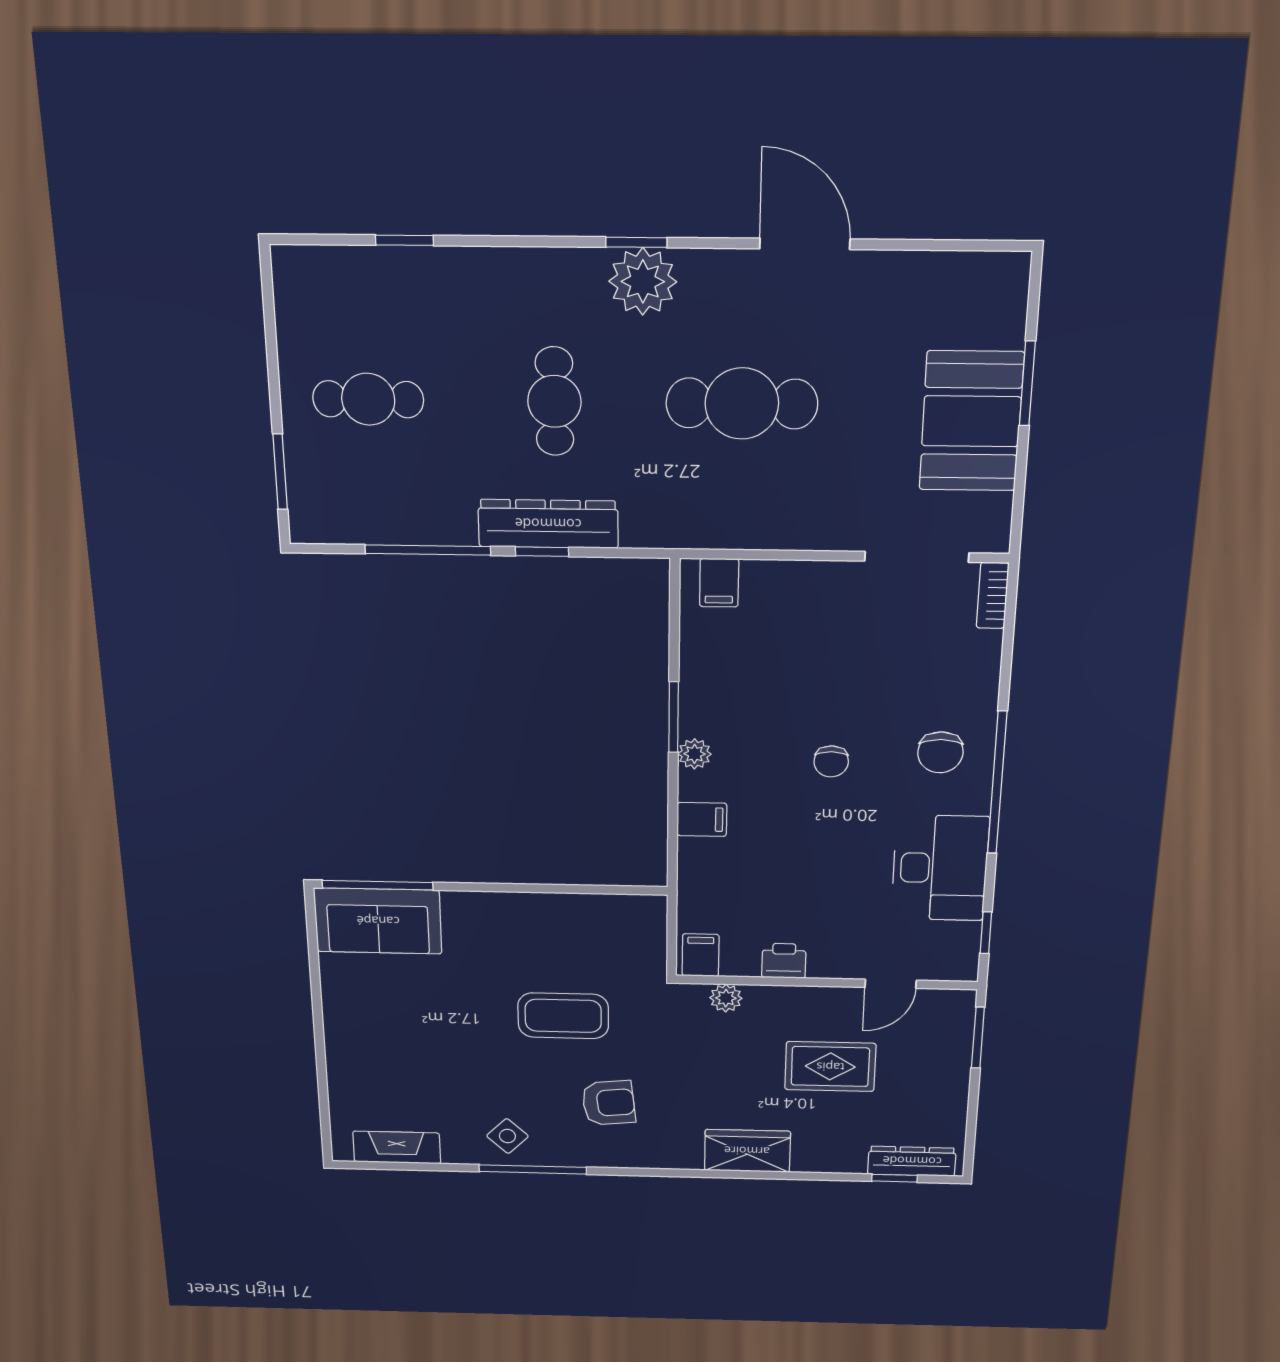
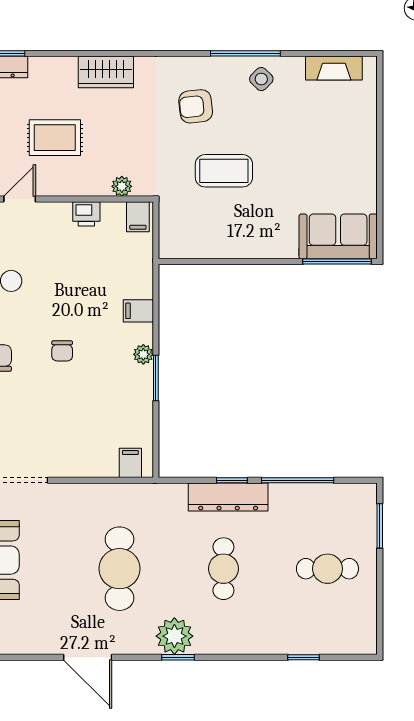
cafe table: (742, 404) -> (119, 569), turned 90
chair: (831, 761) -> (62, 351), turned 180

